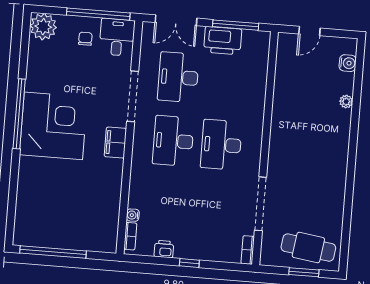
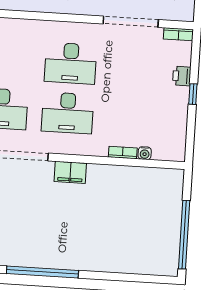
corner desk: (53, 126) -> (54, 236), removed
bookcase: (130, 236) -> (123, 153), moved
printer: (164, 249) -> (182, 76), moved

